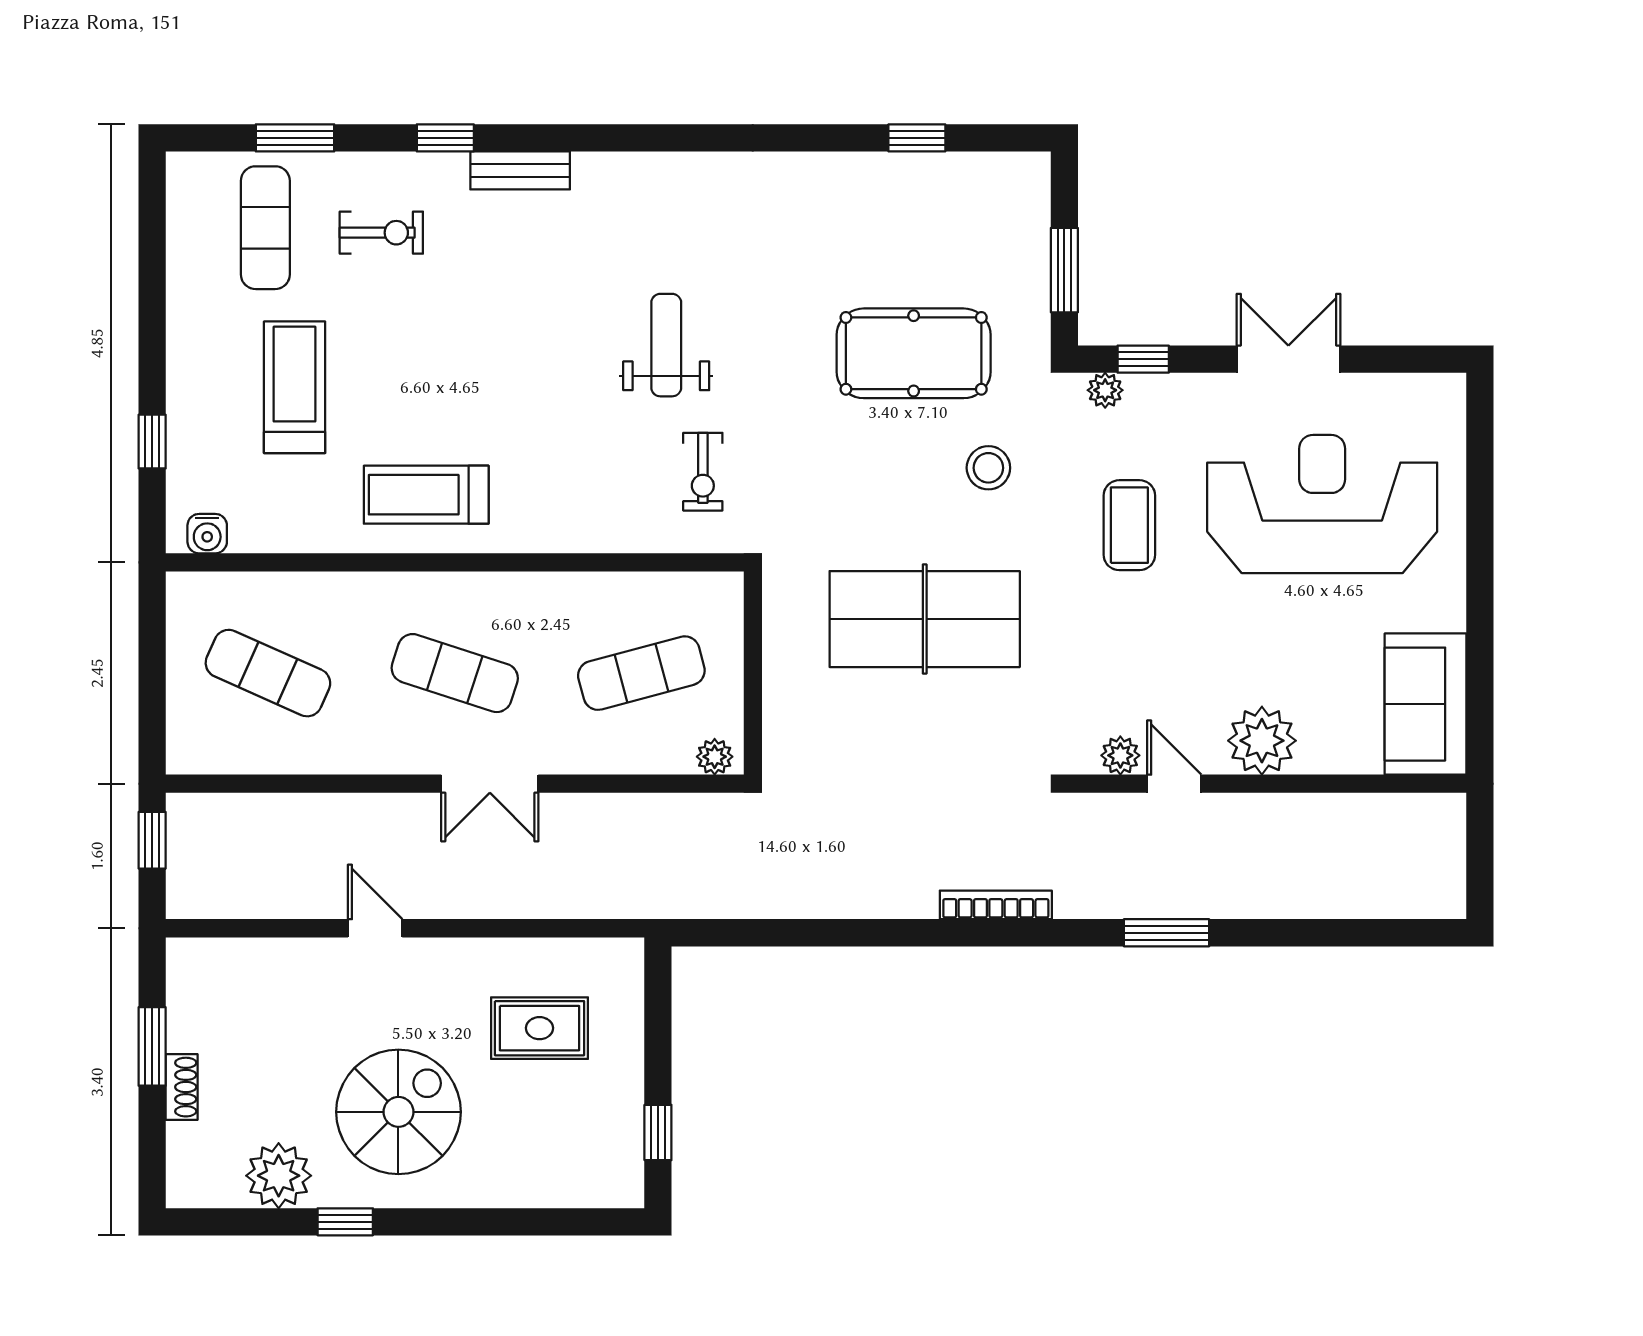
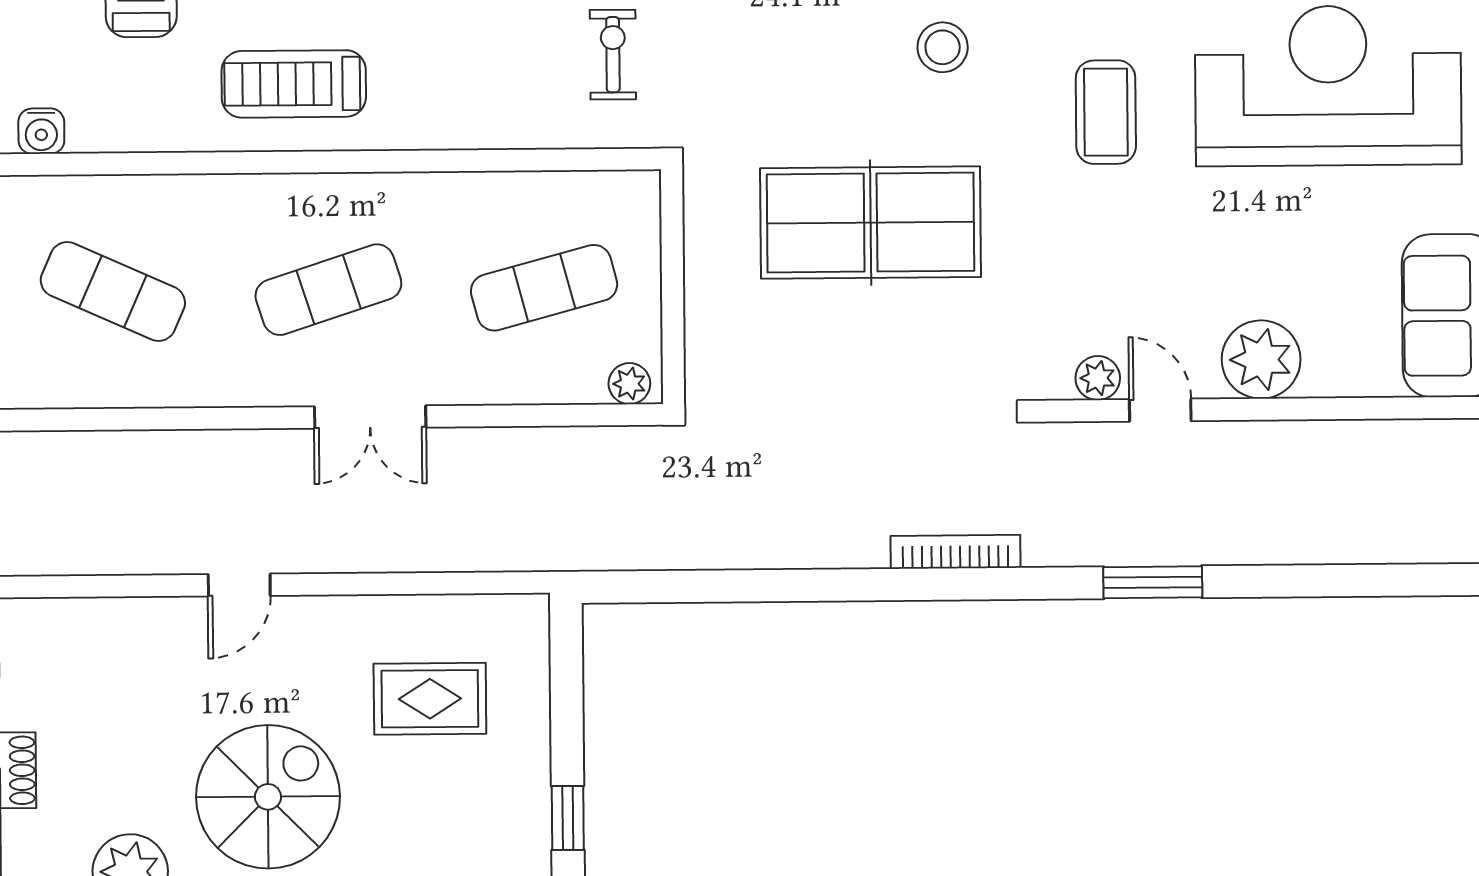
exercise bike: (703, 472) -> (613, 55), turned 180
exercise mat: (455, 673) -> (328, 290), turned -36
door: (375, 928) -> (239, 585), swing flipped

